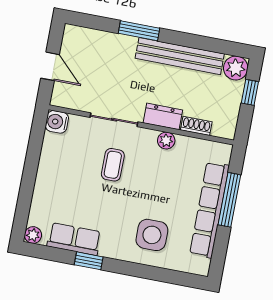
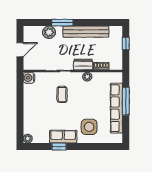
door: (50, 66) -> (20, 50), hinge flipped
plant: (236, 68) -> (49, 32), moved
row of seats: (74, 239) -> (63, 137), moved

